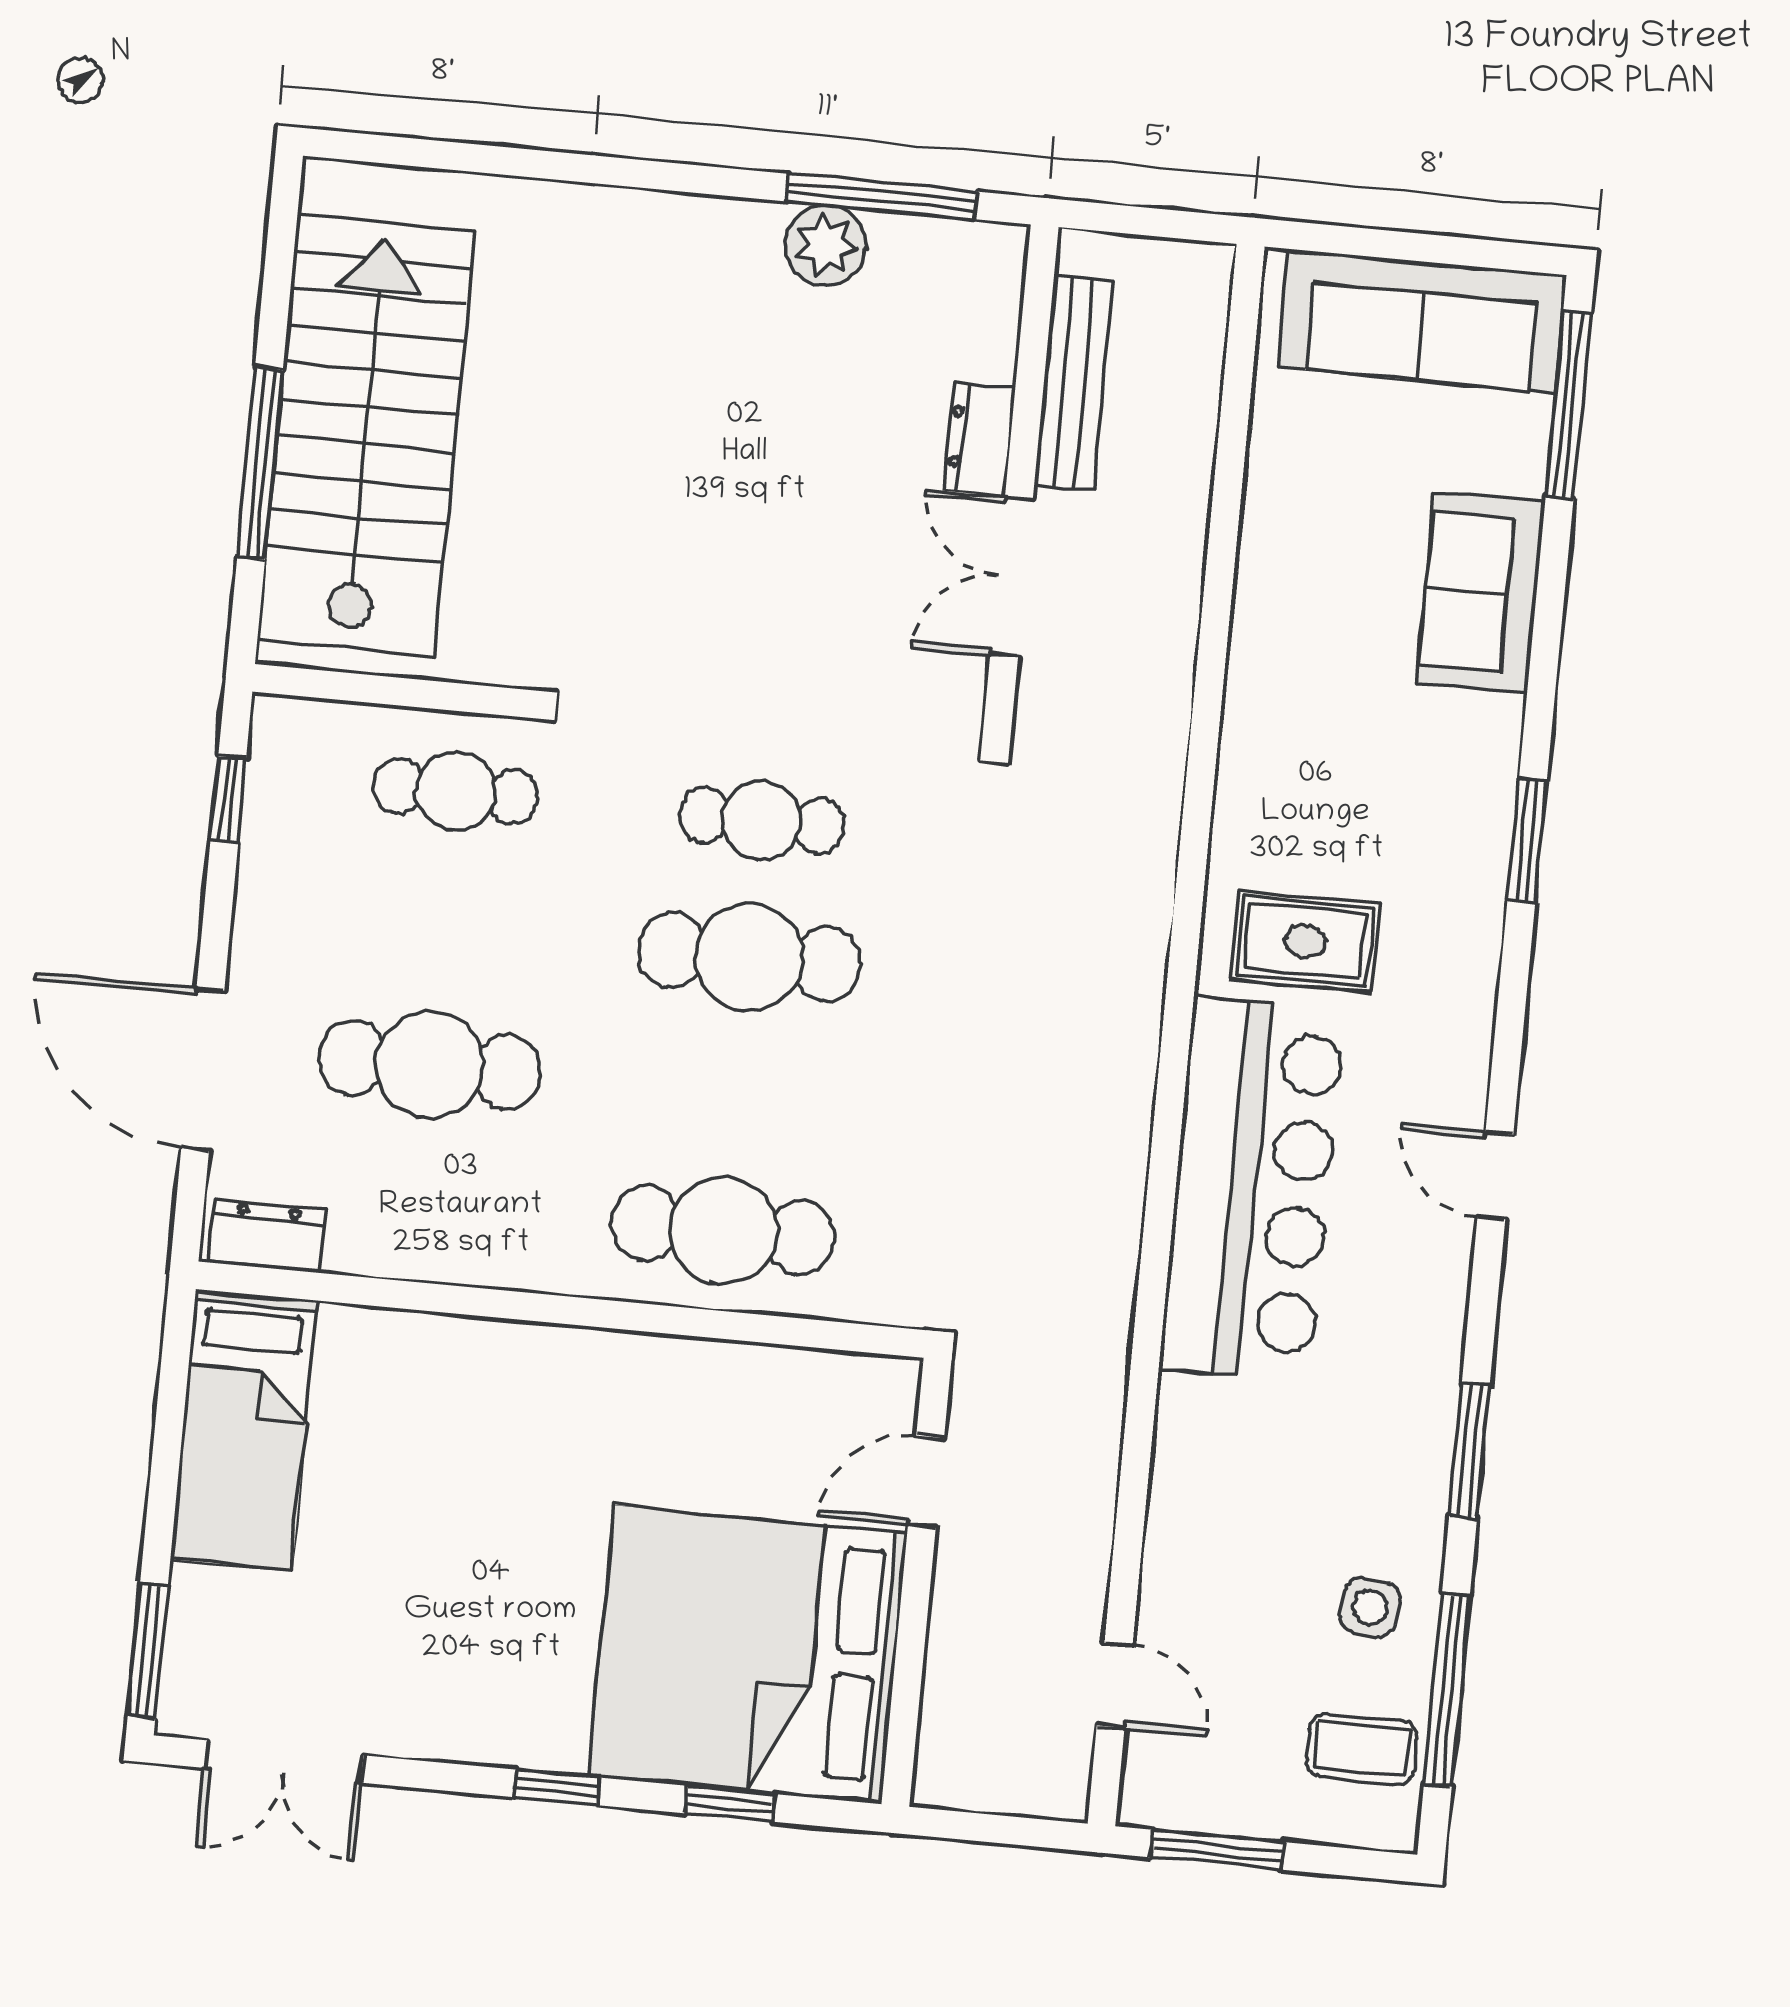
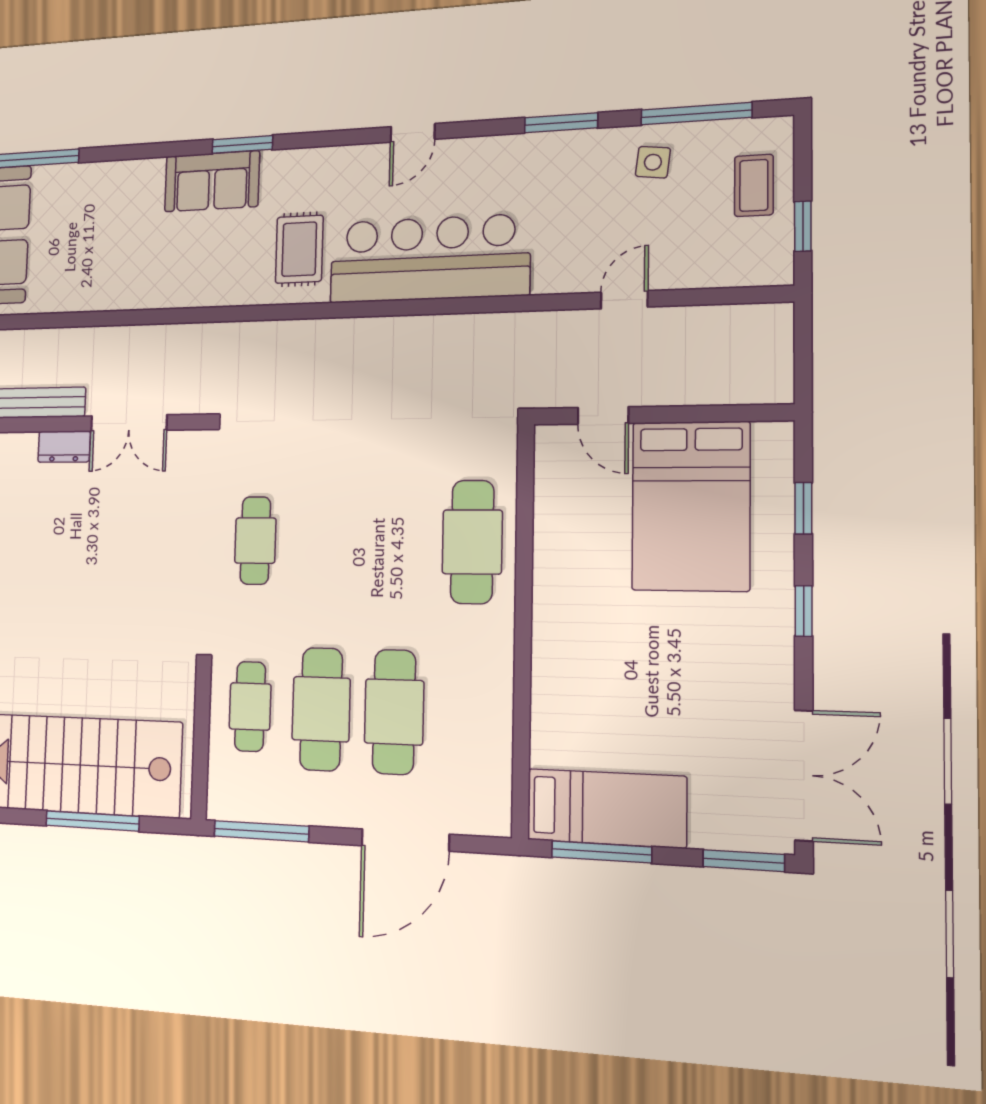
sofa: (1481, 593) -> (212, 181), moved
window: (228, 799) -> (261, 831), width x2.17
cafe table: (749, 957) -> (321, 709), moved
dresser: (267, 1236) -> (495, 799), removed
window: (170, 1415) -> (602, 852), added
bed: (748, 1654) -> (691, 506), width x0.73
door: (1115, 1685) -> (624, 300), moved
coffee table: (1362, 1749) -> (754, 185), moved
double door: (284, 1762) -> (804, 775), width x1.37
window: (1217, 1850) -> (803, 226), width x0.67

